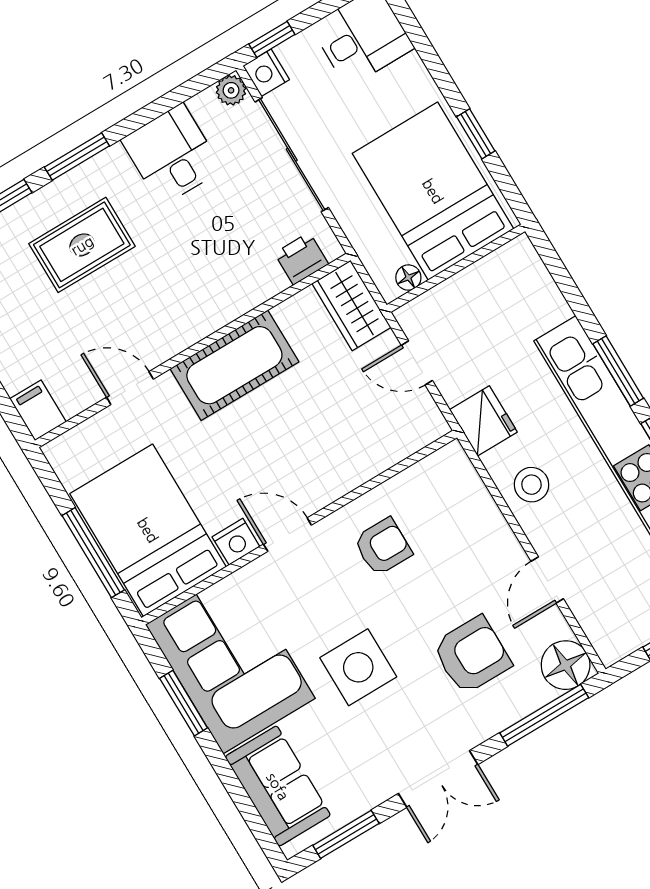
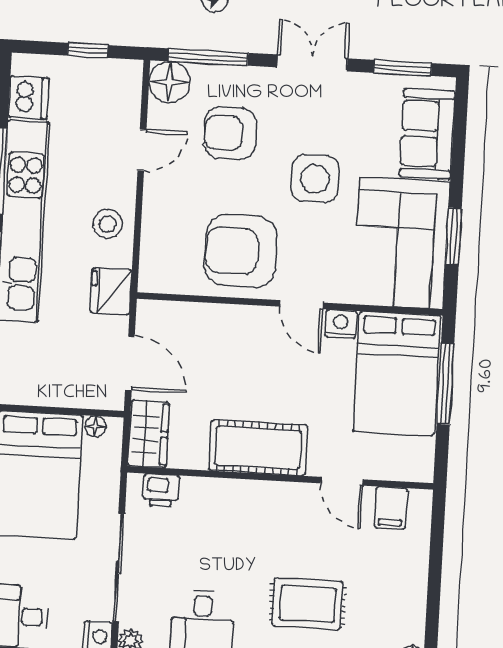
door: (417, 363) -> (130, 363), width x1.38
filing cabinet: (38, 410) -> (391, 508), moved
armchair: (383, 547) -> (241, 251), width x1.88, depth x1.88

